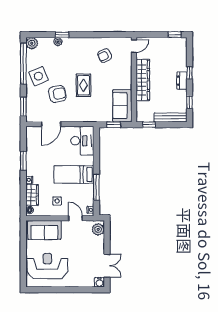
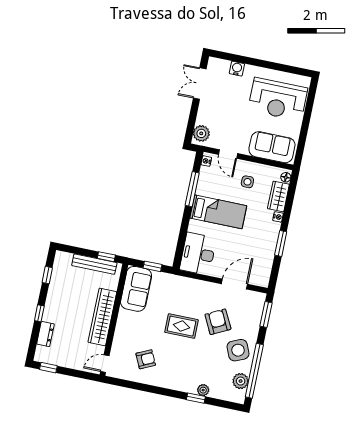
plant: (32, 43) -> (241, 381), moved
dresser: (182, 81) -> (45, 334), moved
rug: (83, 85) -> (182, 326), turned 90
armchair: (57, 94) -> (218, 322), turned 75
bench: (170, 117) -> (94, 264), moved
water cooler: (99, 282) -> (237, 69), moved

